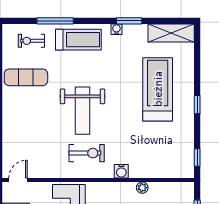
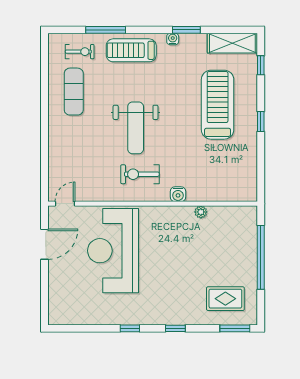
treadmill: (78, 40) -> (131, 50), turned 180
exercise bike: (31, 41) -> (80, 52), turned 180
exercise mat: (26, 77) -> (74, 92), turned 90
exercise bike: (87, 153) -> (140, 174), turned 180
window: (197, 157) -> (261, 65), moved

